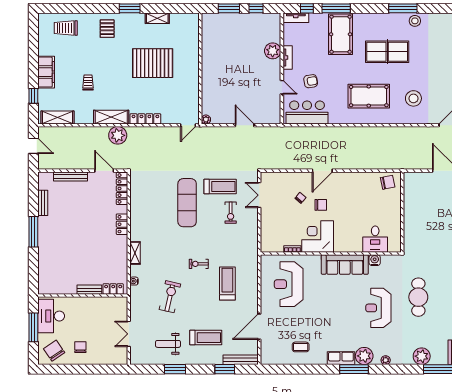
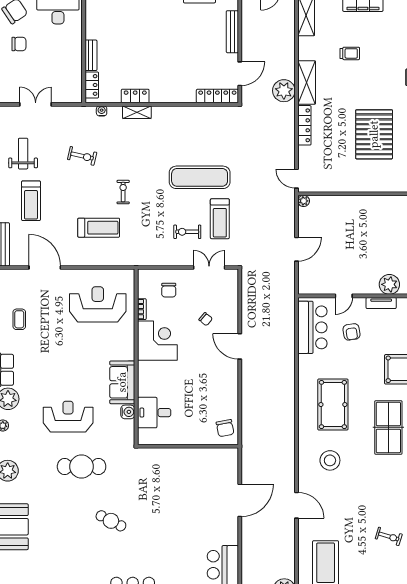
chair: (321, 205) -> (169, 290), moved
locker: (122, 224) -> (135, 96), moved
sofa: (345, 265) -> (122, 382), width x0.73
exercise bike: (170, 297) -> (82, 156), width x0.73, depth x0.72

